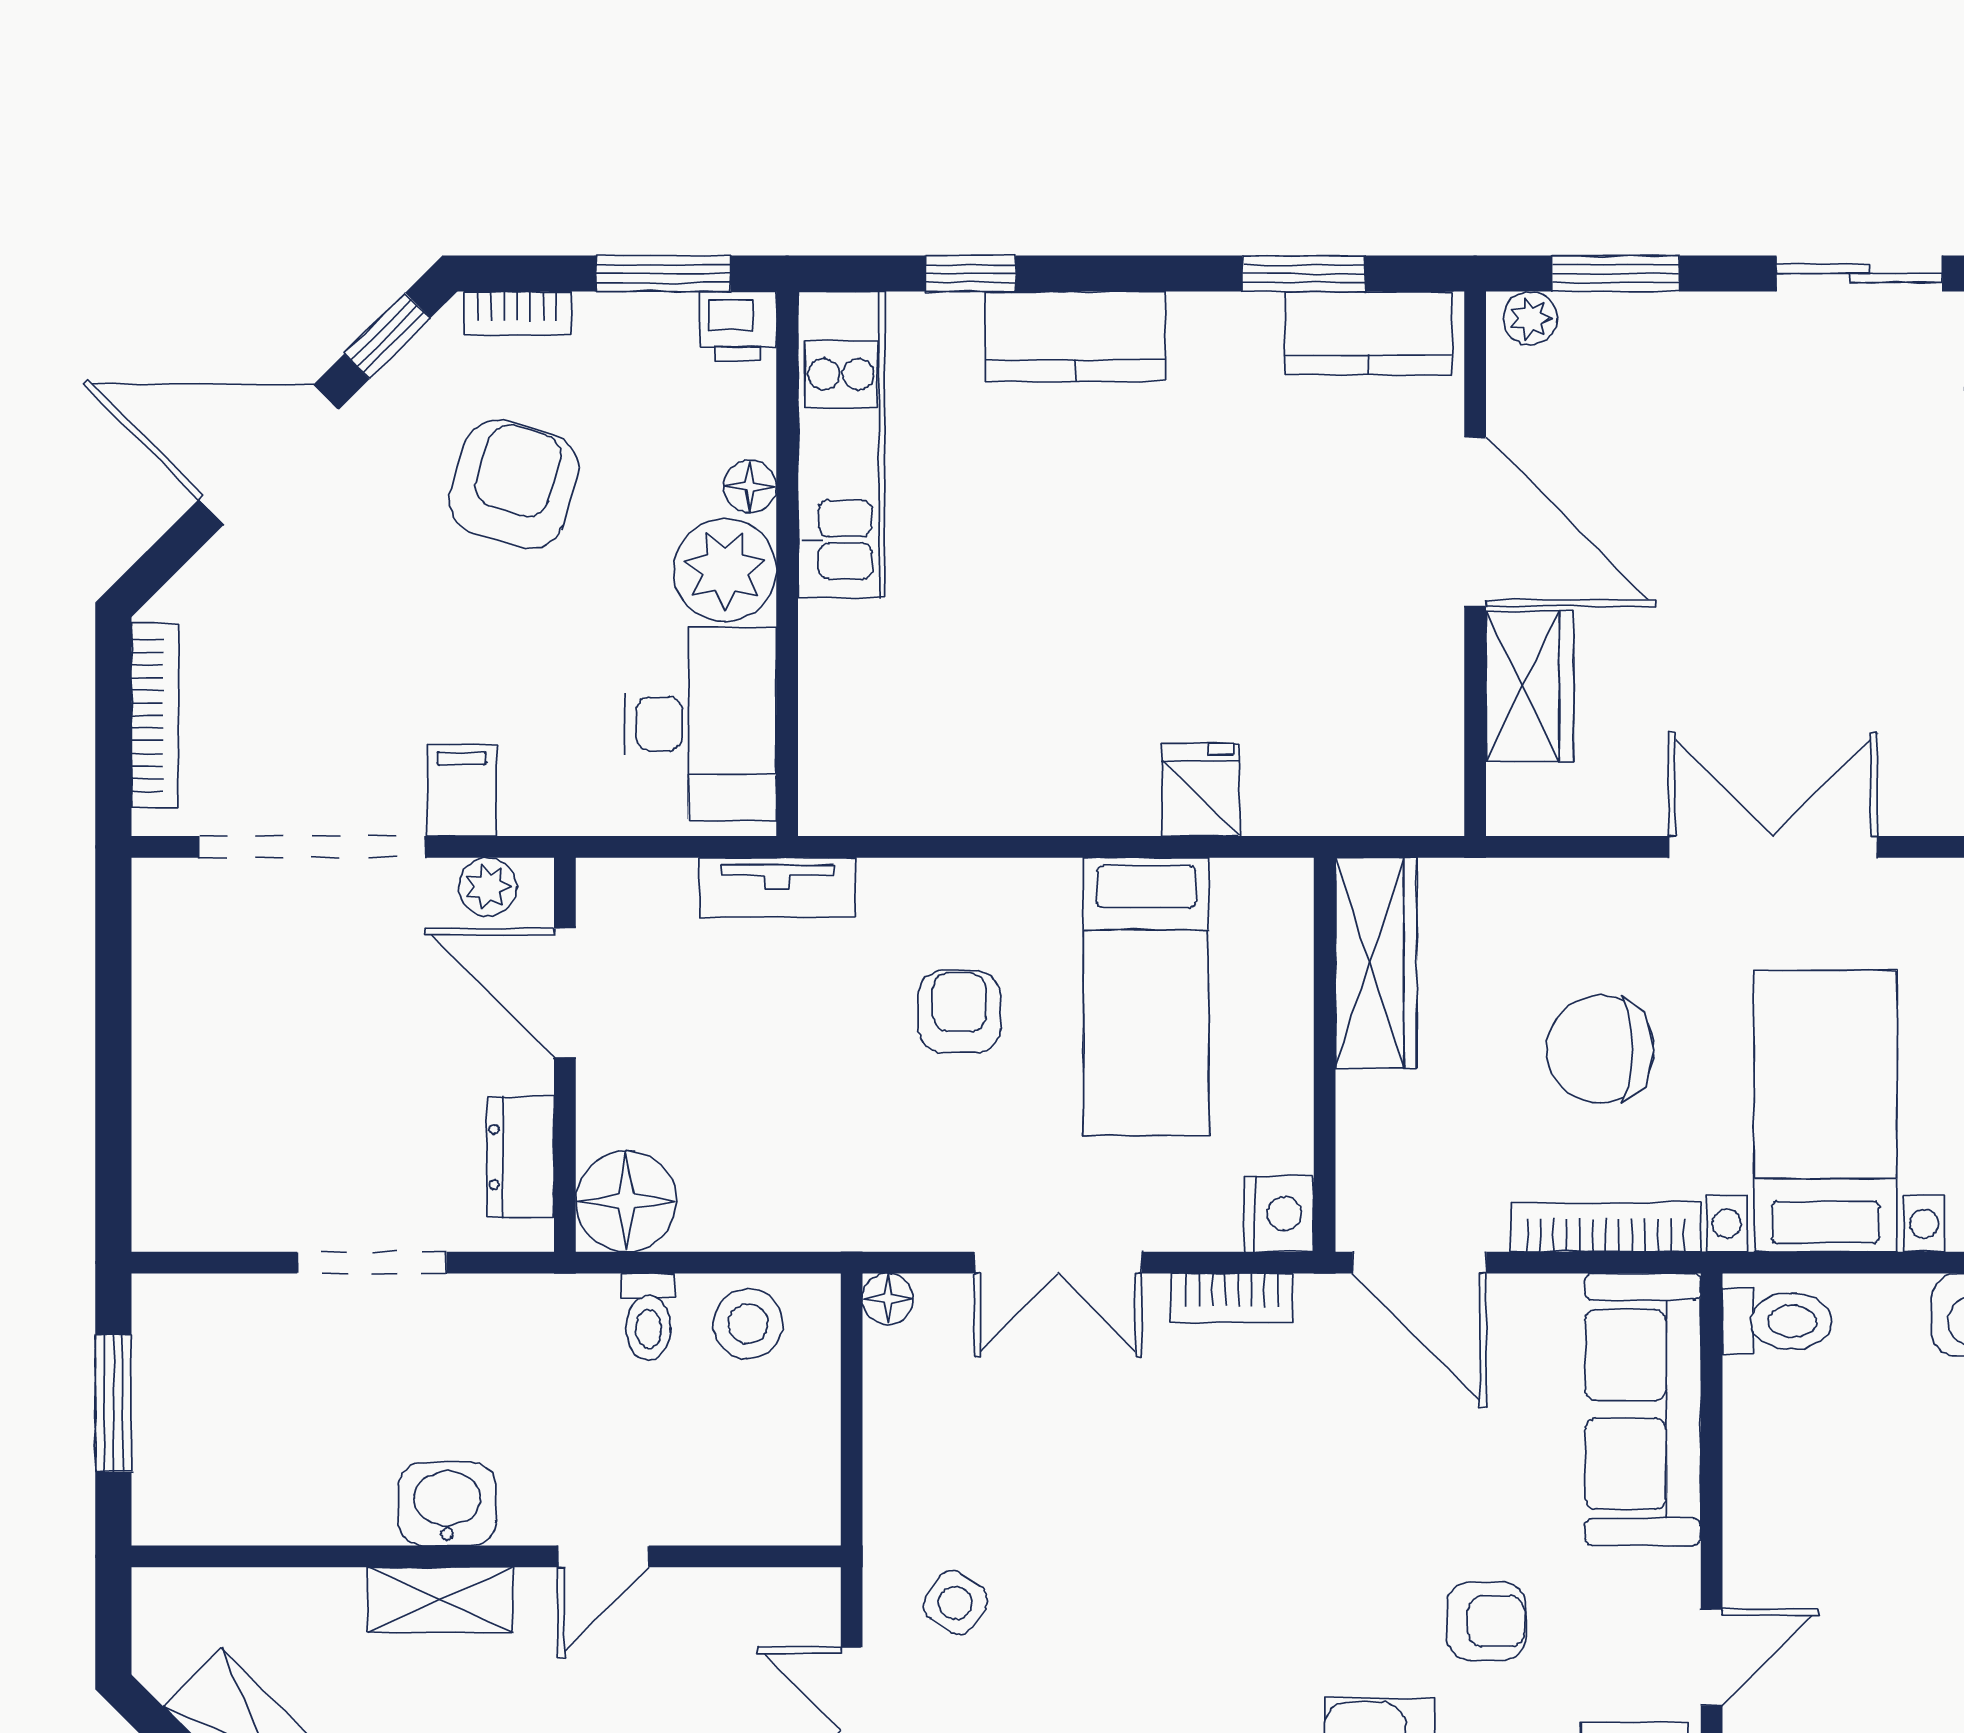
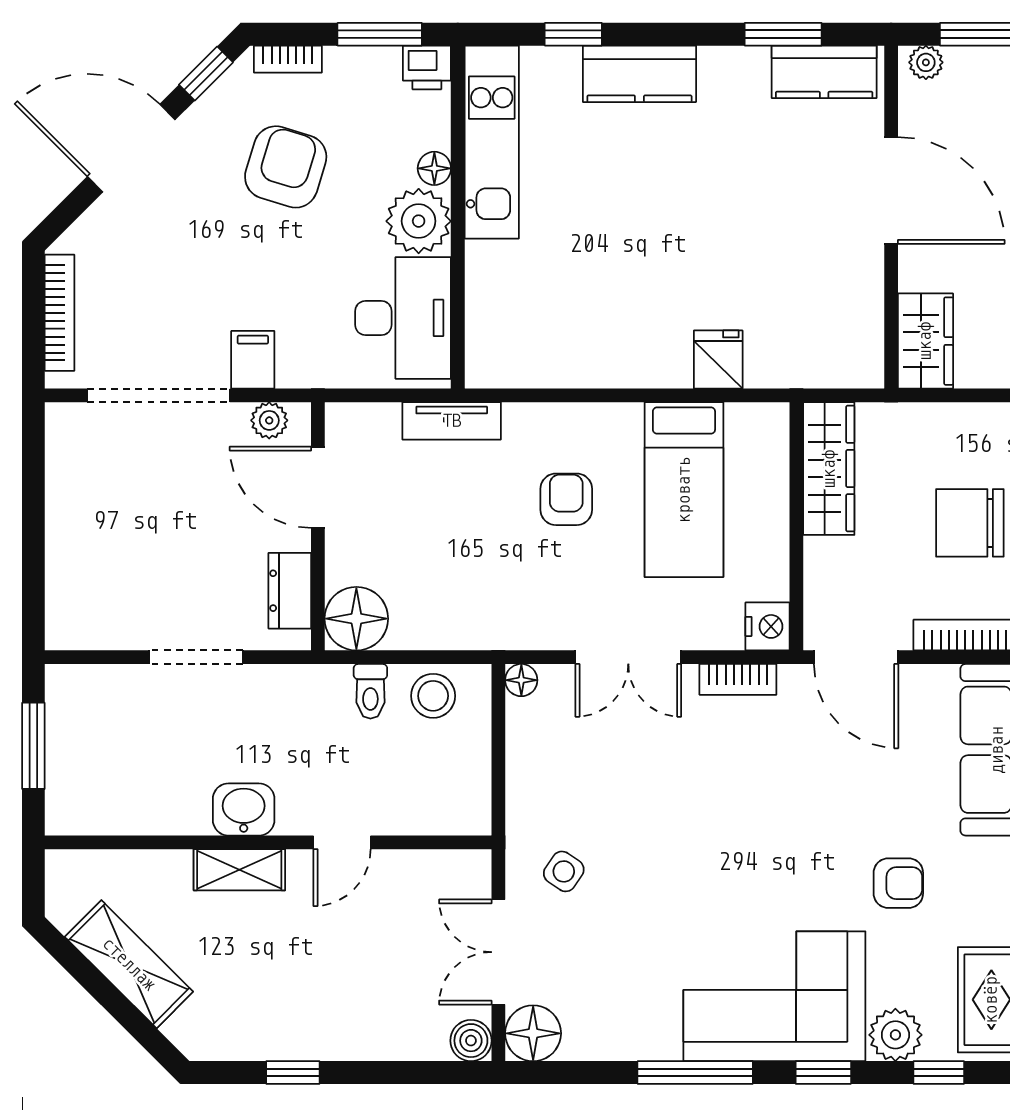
wardrobe: (1530, 686) -> (925, 341), moved

